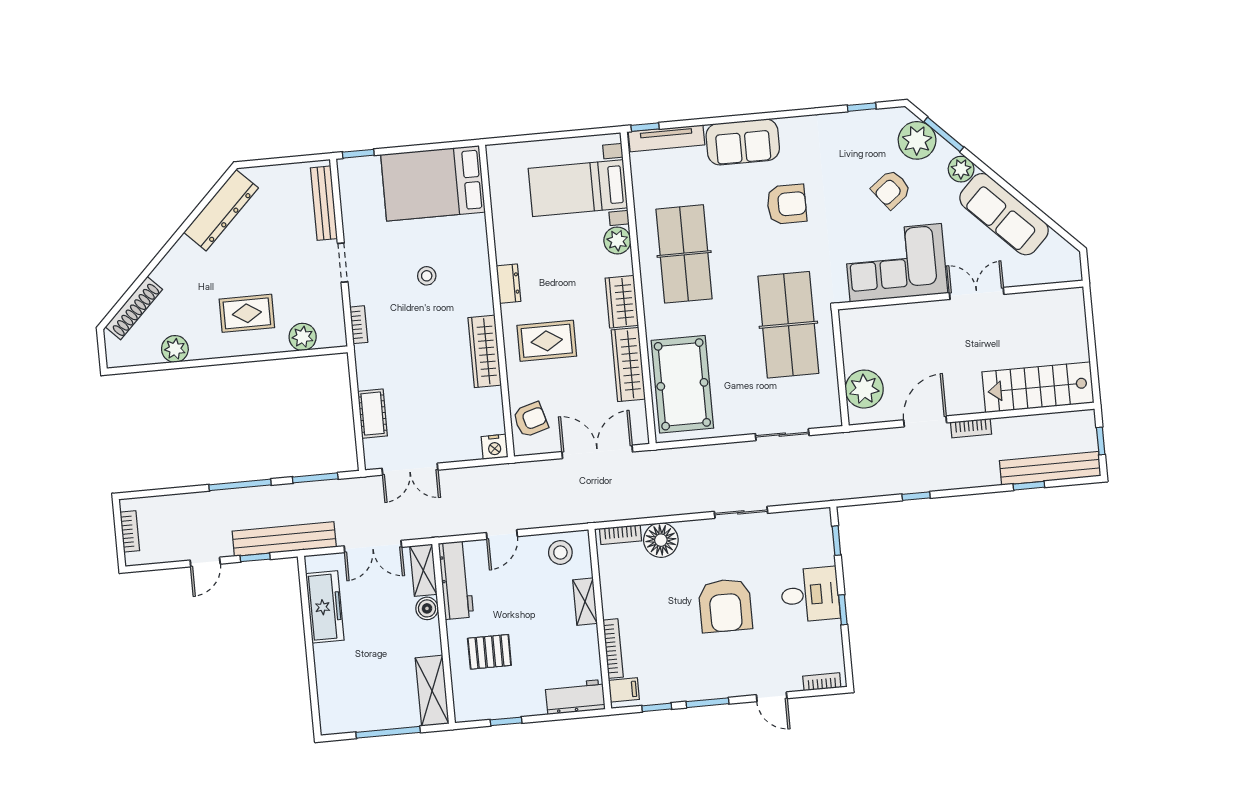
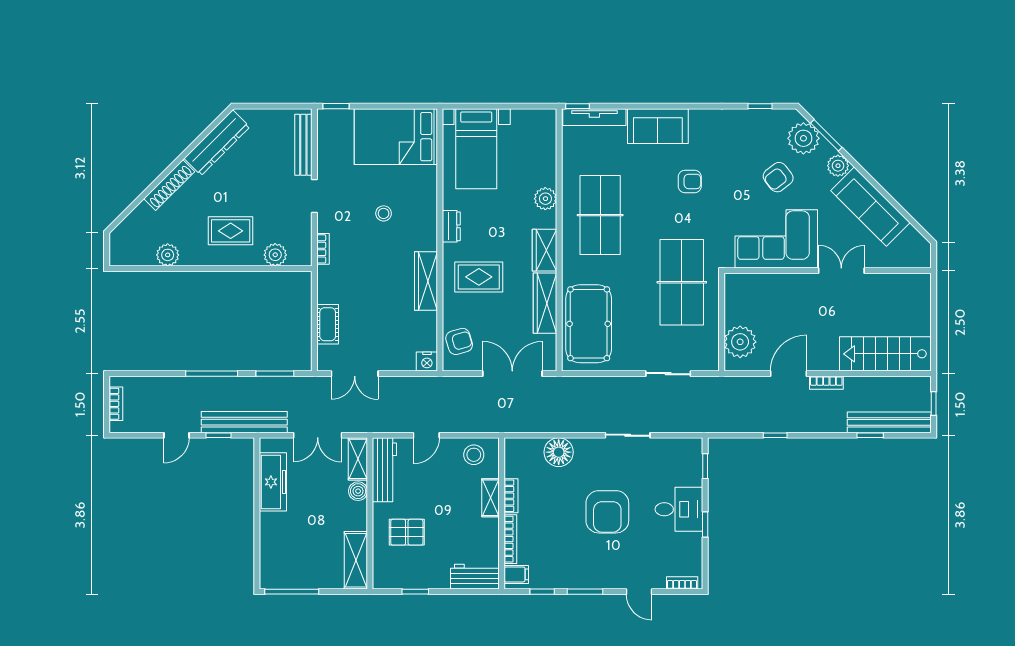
bed with nightstands: (578, 188) -> (476, 149), moved, turned -90
armchair: (787, 204) -> (690, 181), width x0.72, depth x0.72
shoe rack: (134, 308) -> (169, 185), moved
bookcase: (621, 535) -> (511, 496), moved, turned -90
window: (388, 732) -> (292, 592), moved

